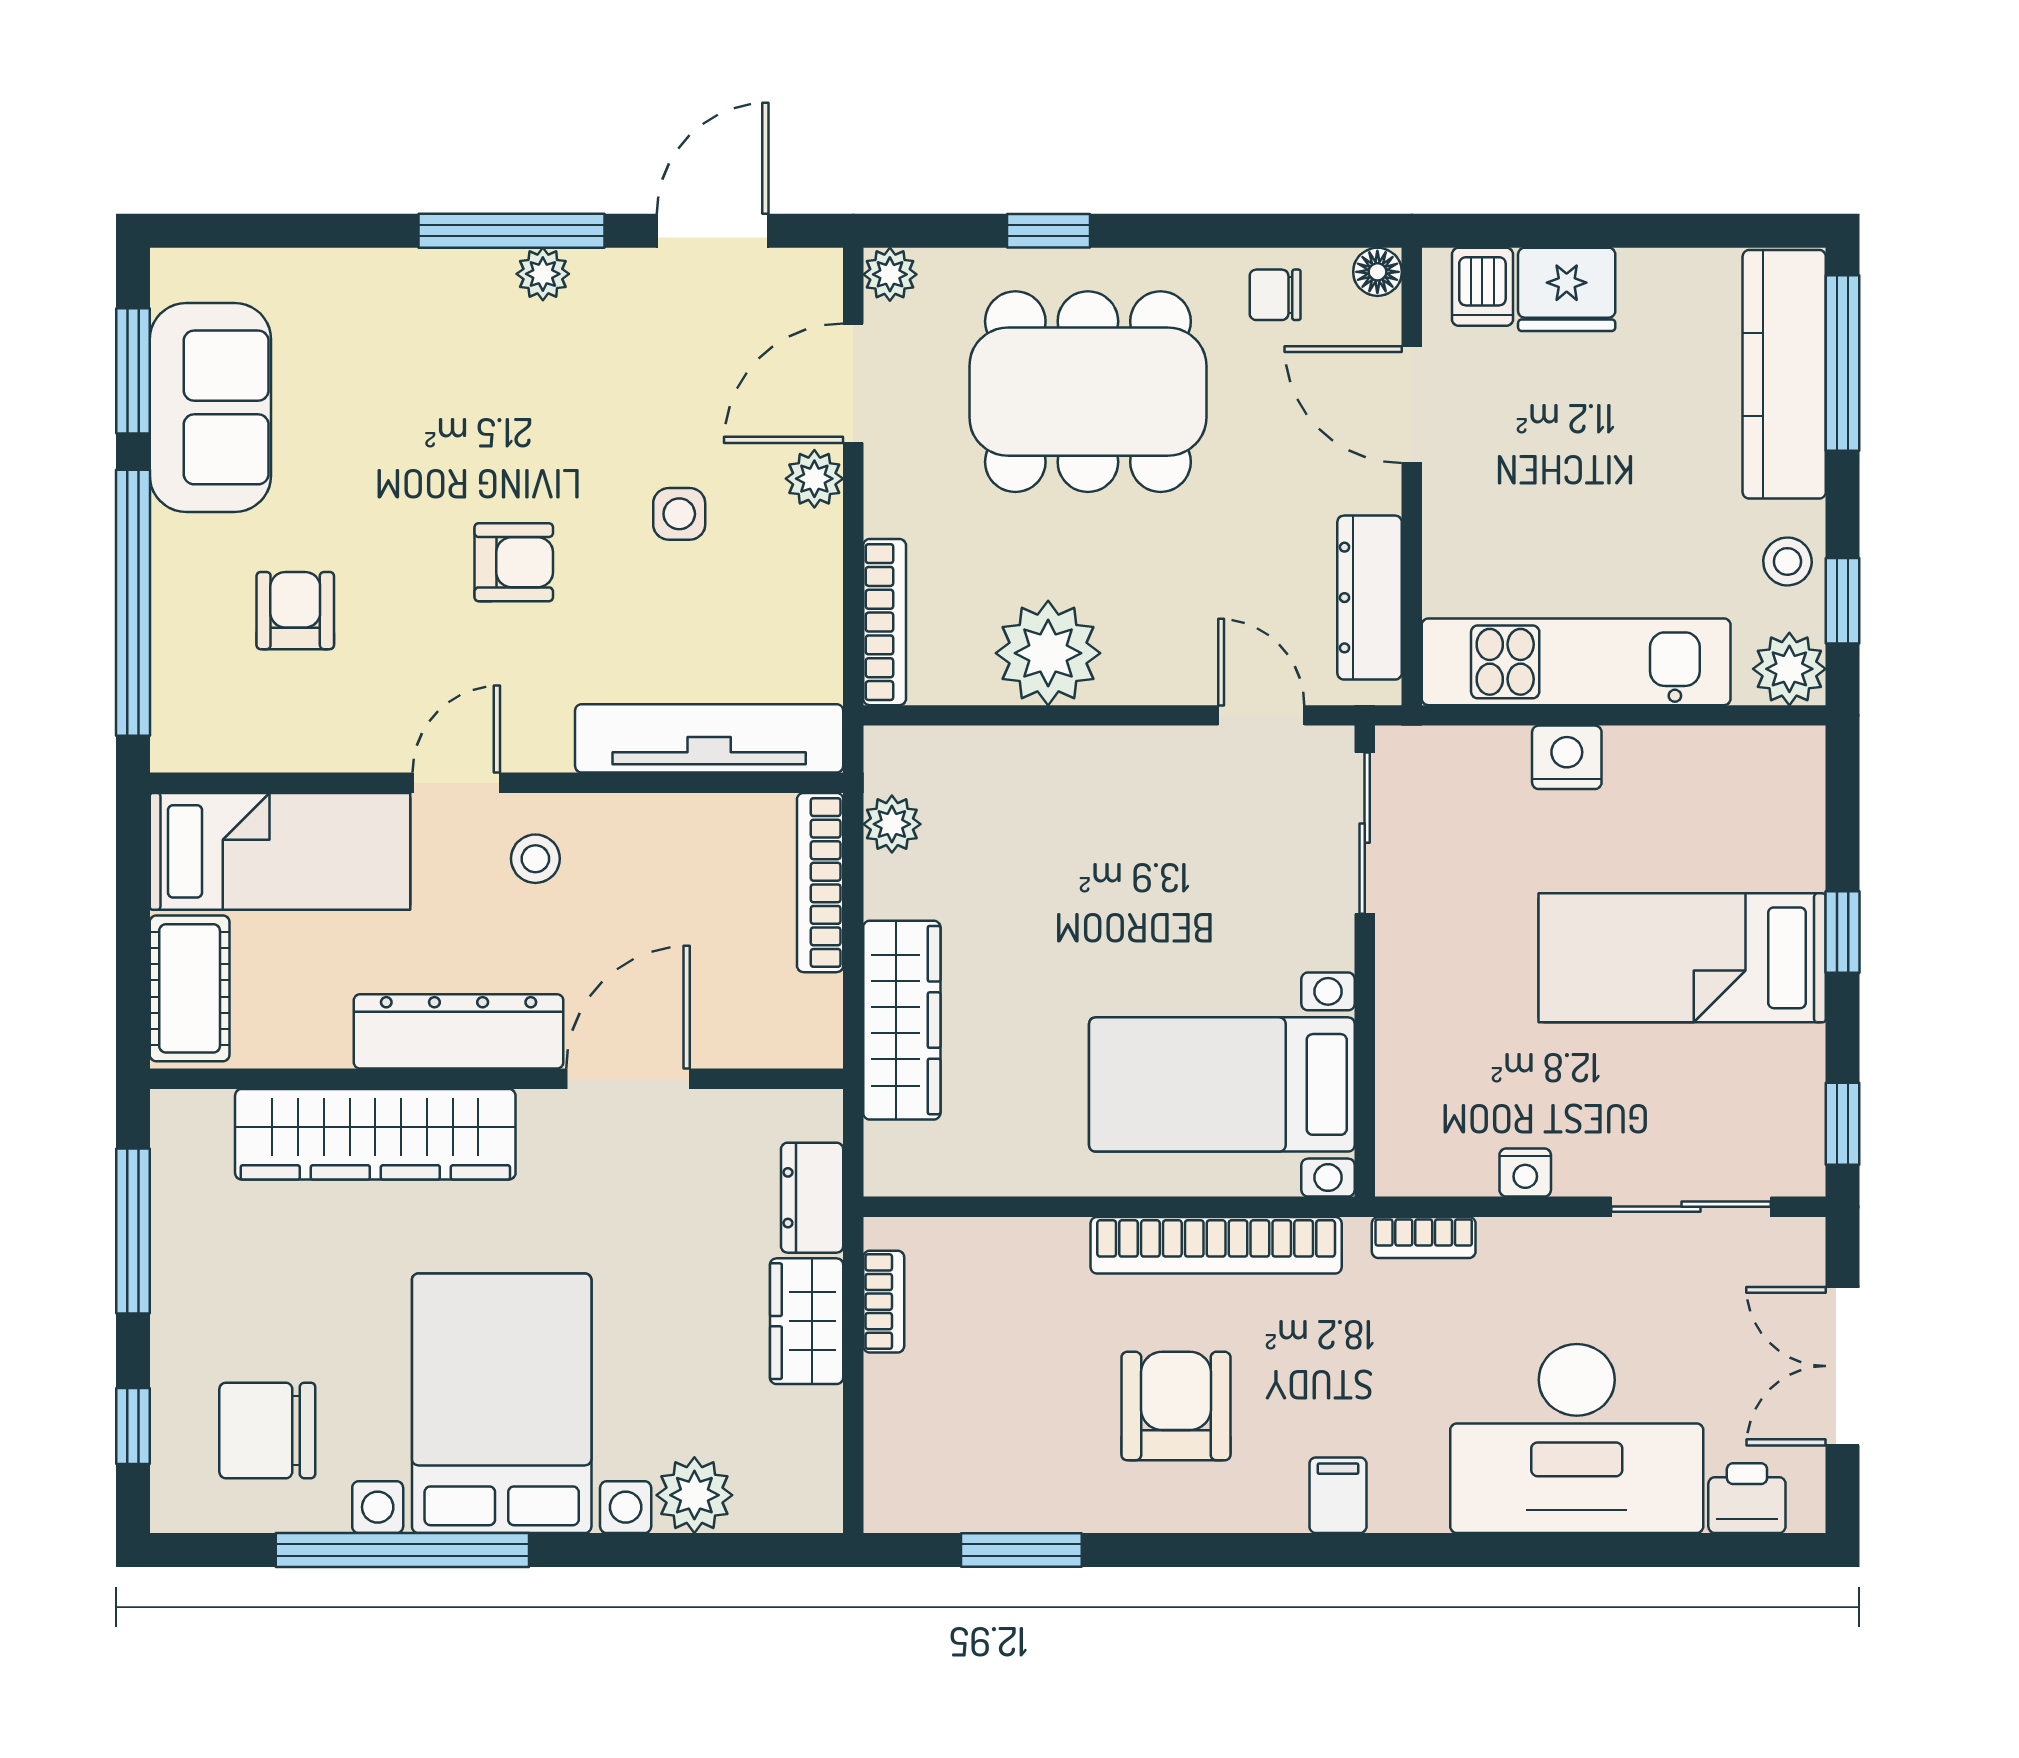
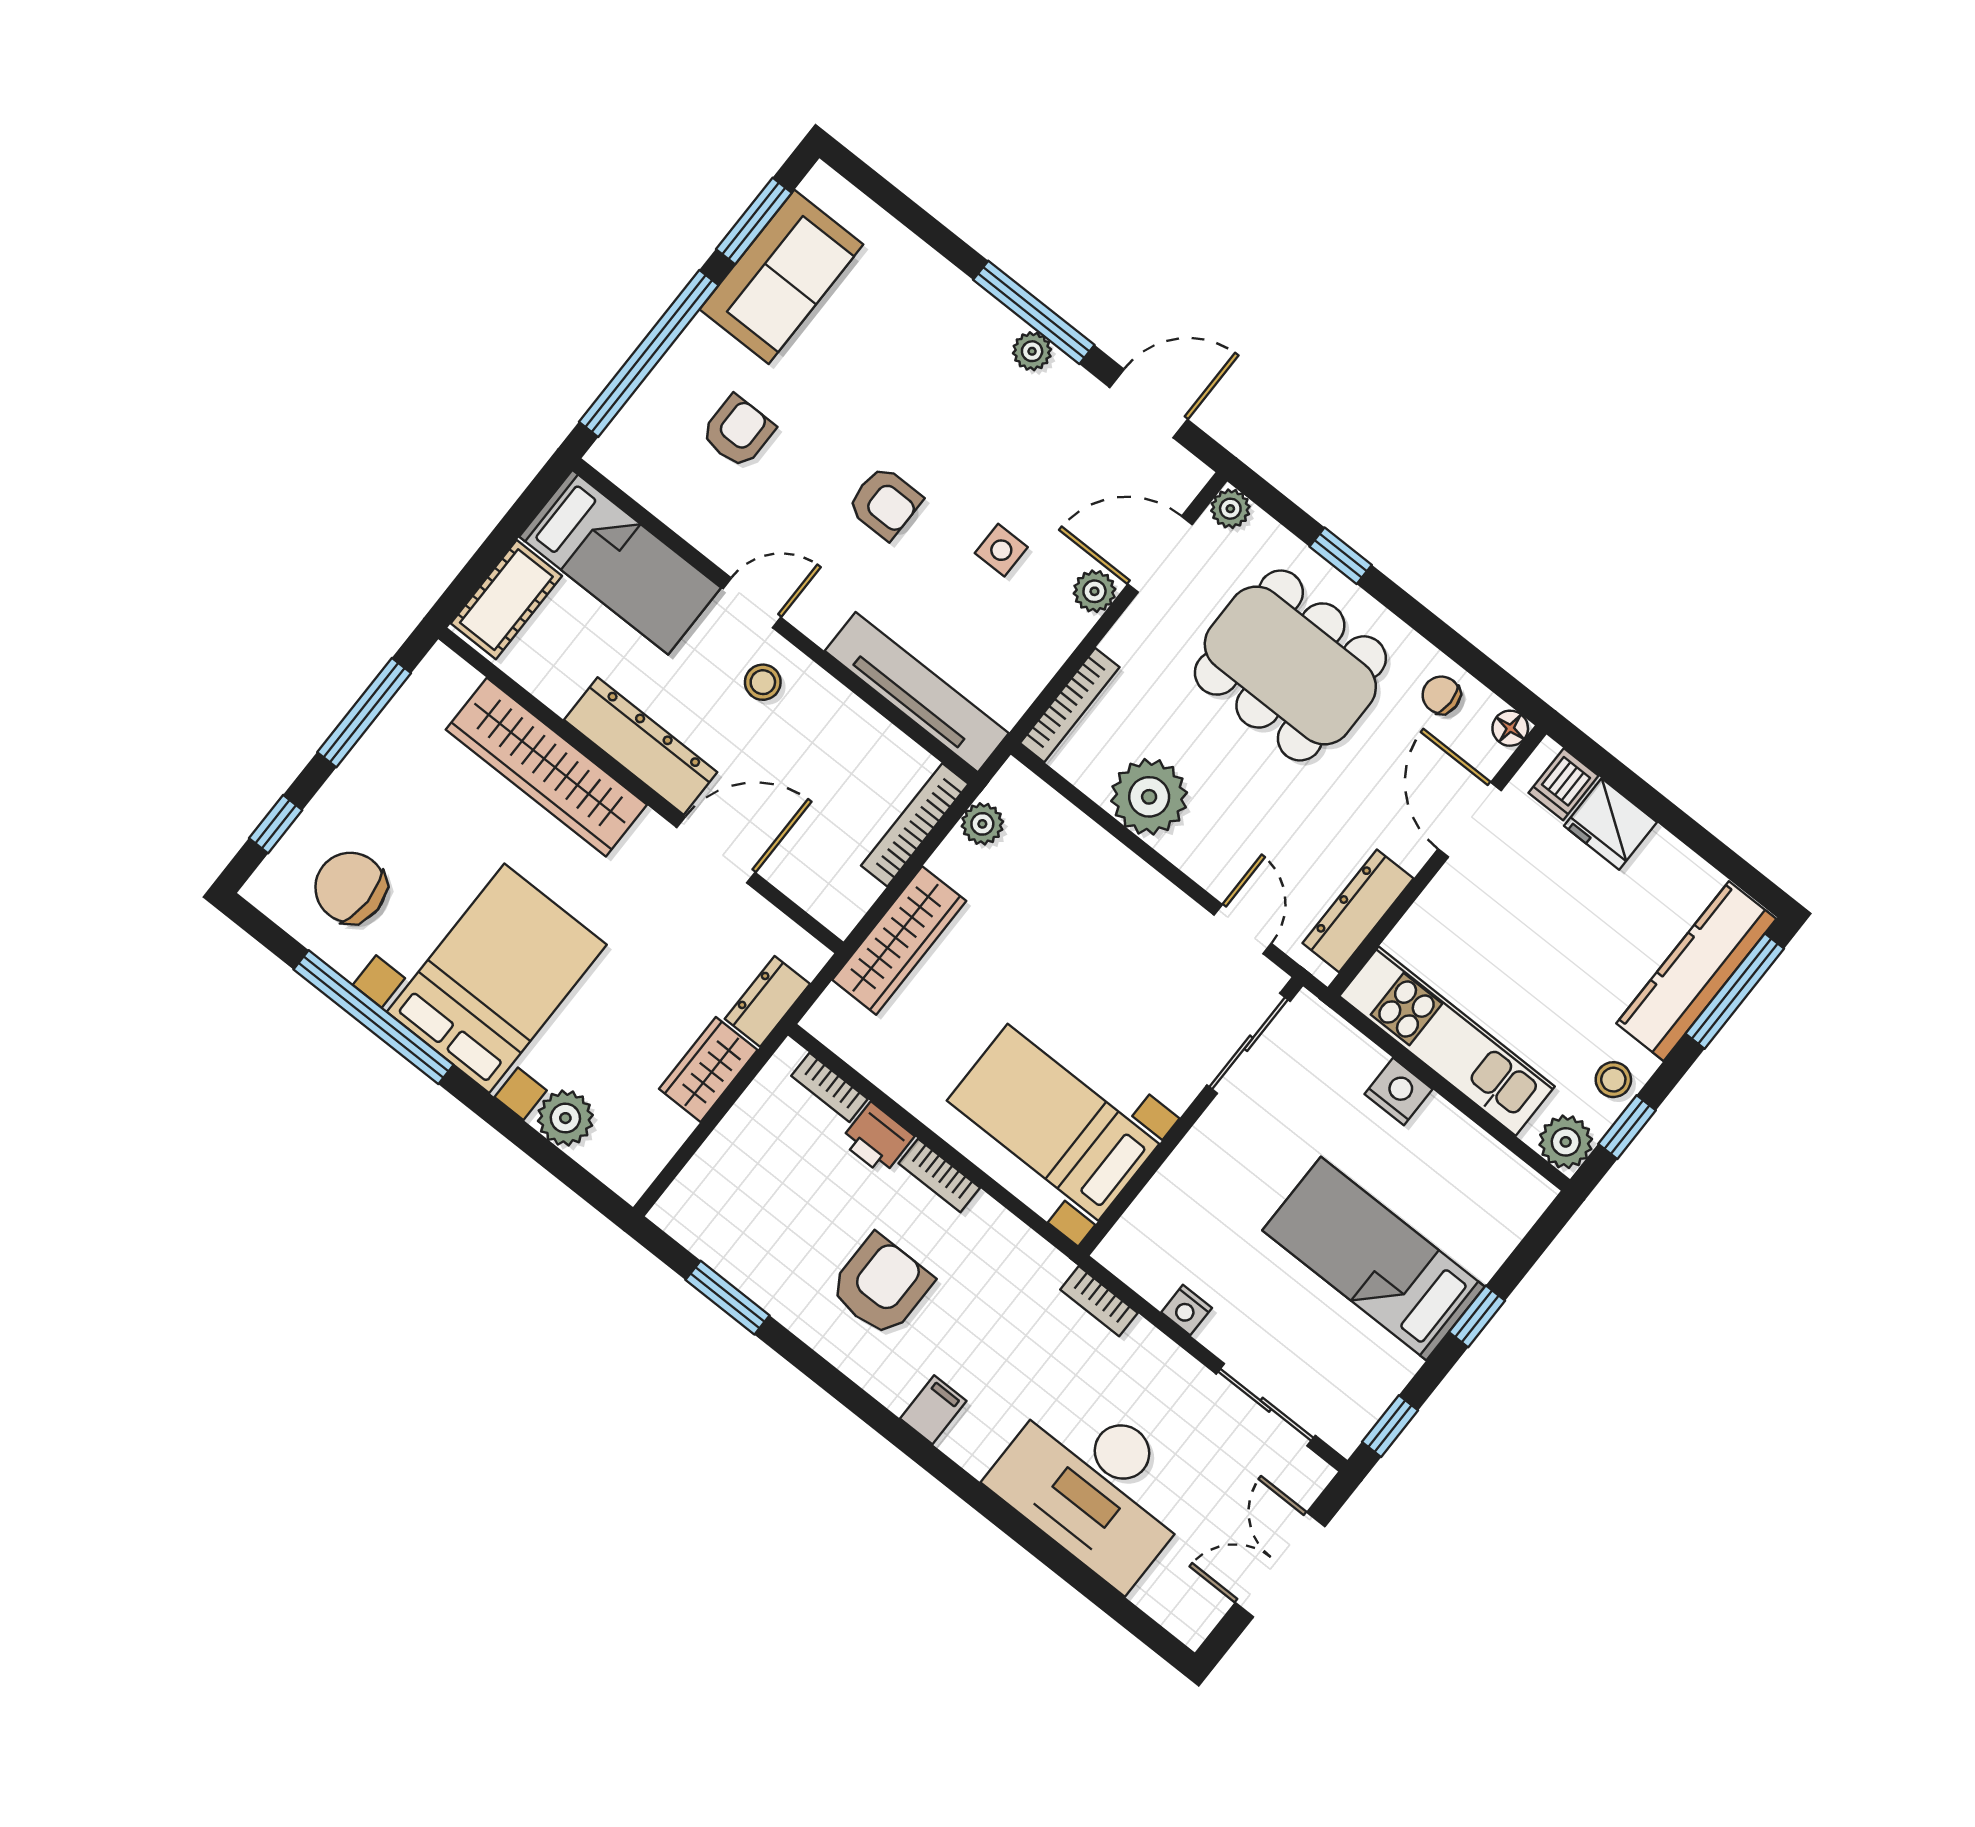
bookcase: (1216, 1245) -> (939, 1175), width x0.43, depth x0.76
bookcase: (884, 1302) -> (829, 1087), moved, turned 90
printer: (1747, 1498) -> (877, 1139), moved, turned 180

